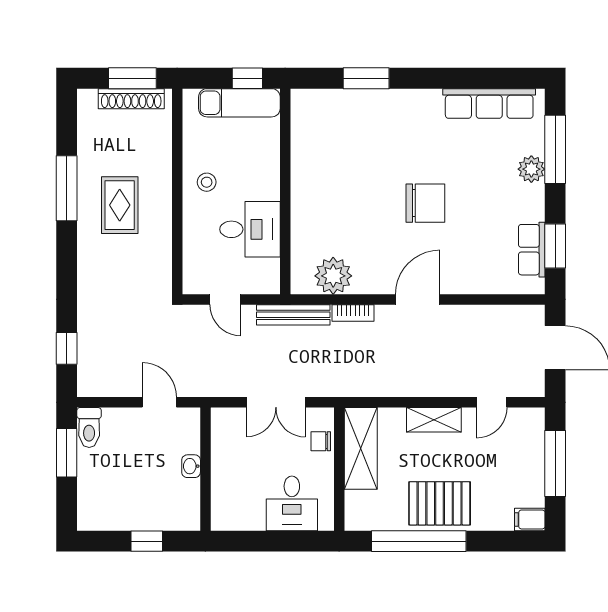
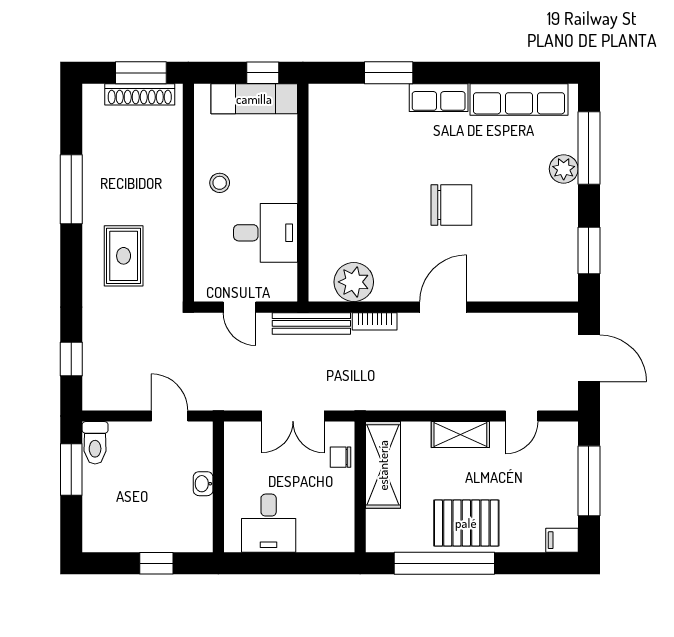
rug: (120, 205) -> (124, 256), moved
row of seats: (532, 250) -> (439, 98), moved, turned -90
desk: (292, 503) -> (269, 523), moved

